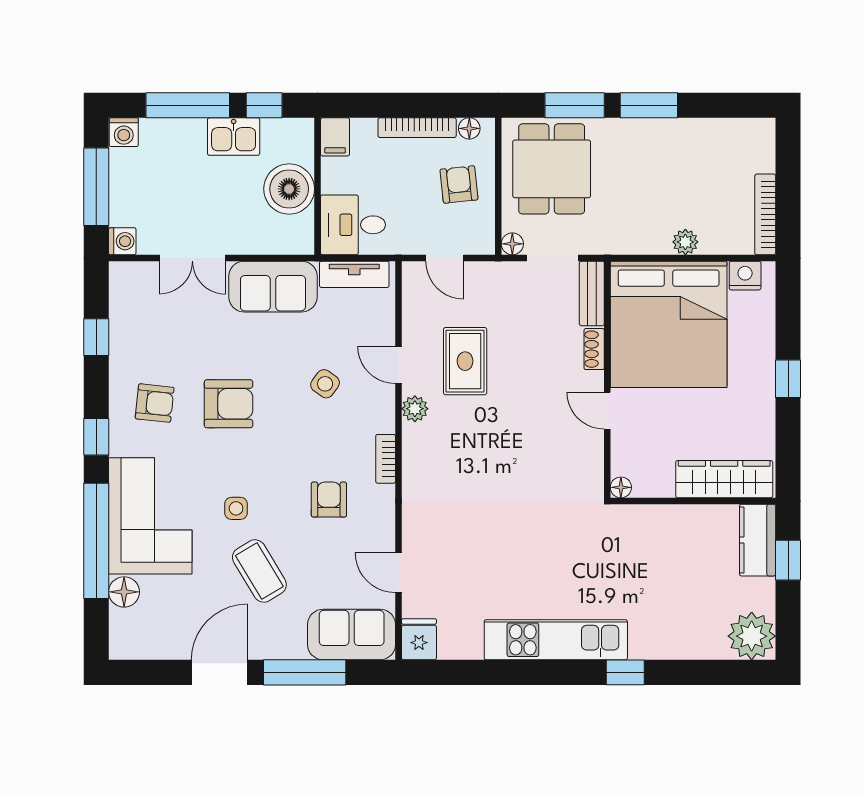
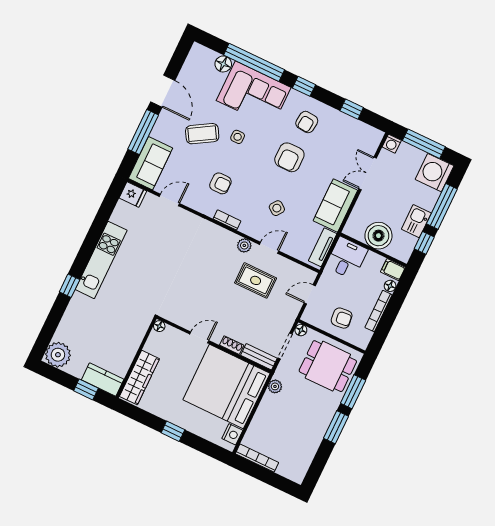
floor lamp: (469, 128) -> (390, 286), moved
washing machine: (124, 132) -> (435, 173), width x1.89, depth x1.89
plant: (685, 242) -> (275, 386), moved

